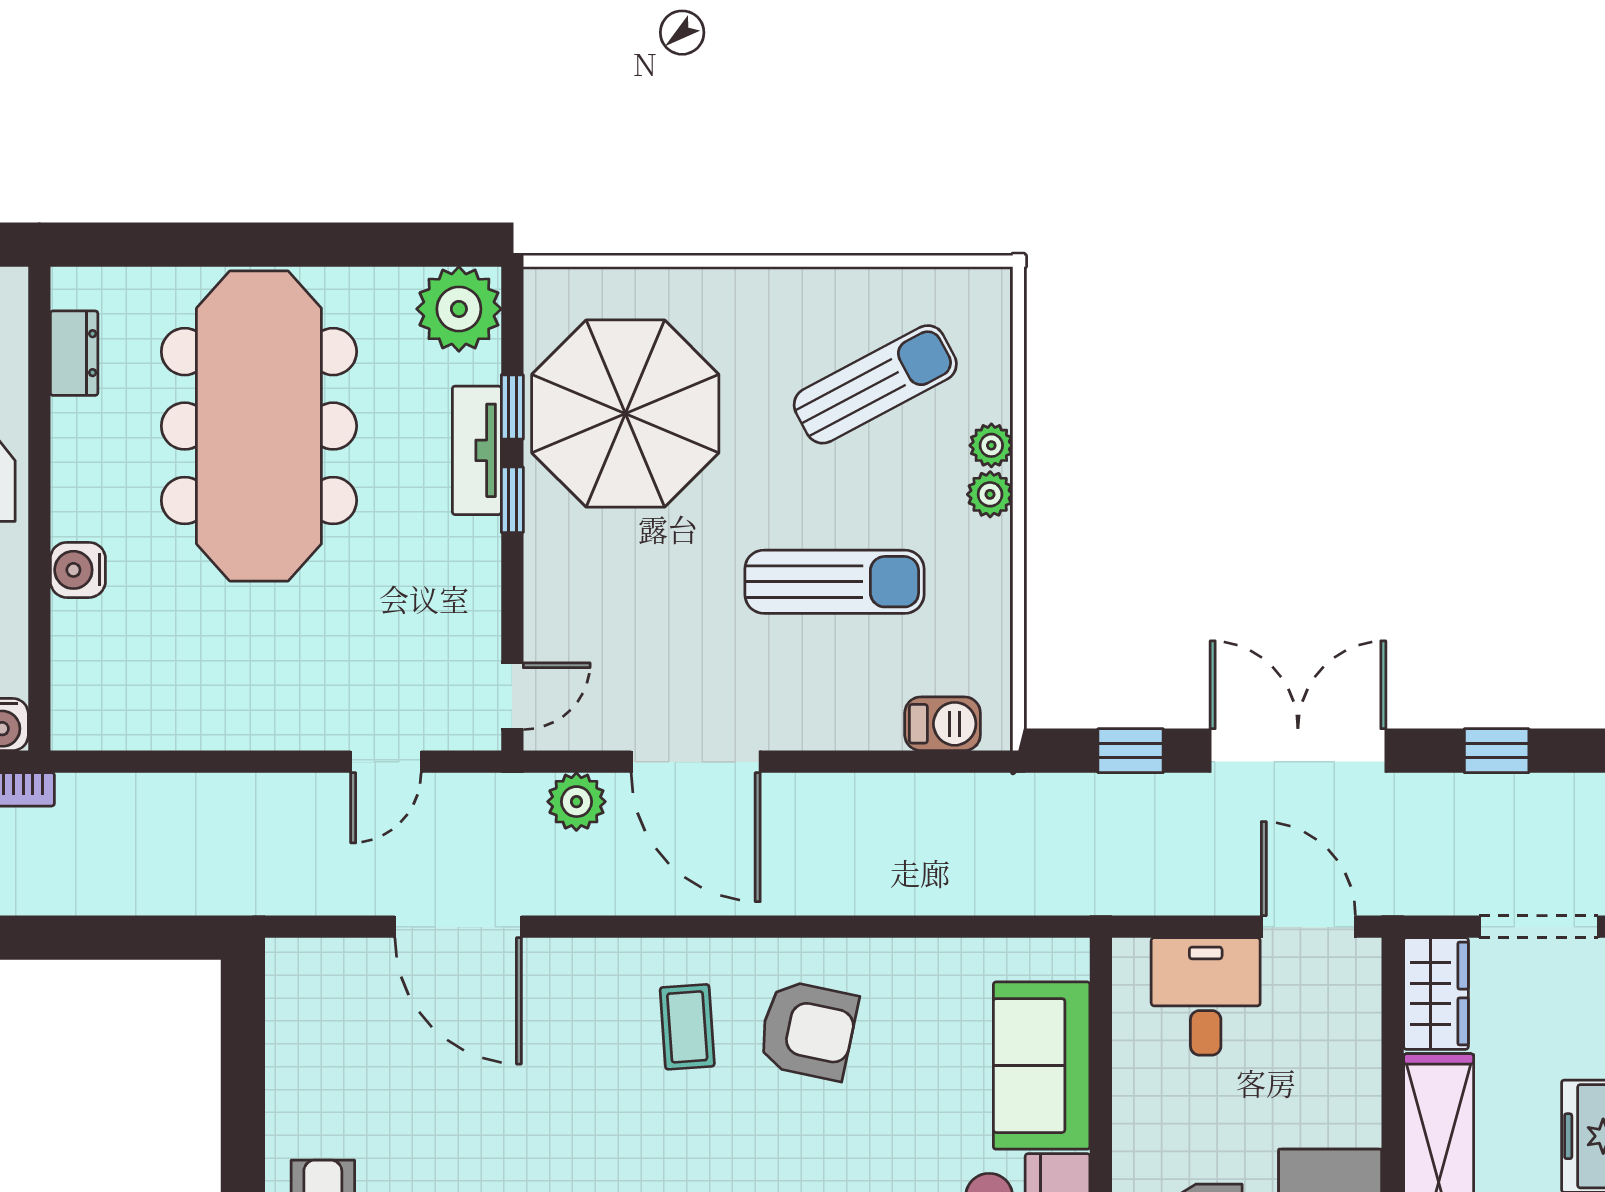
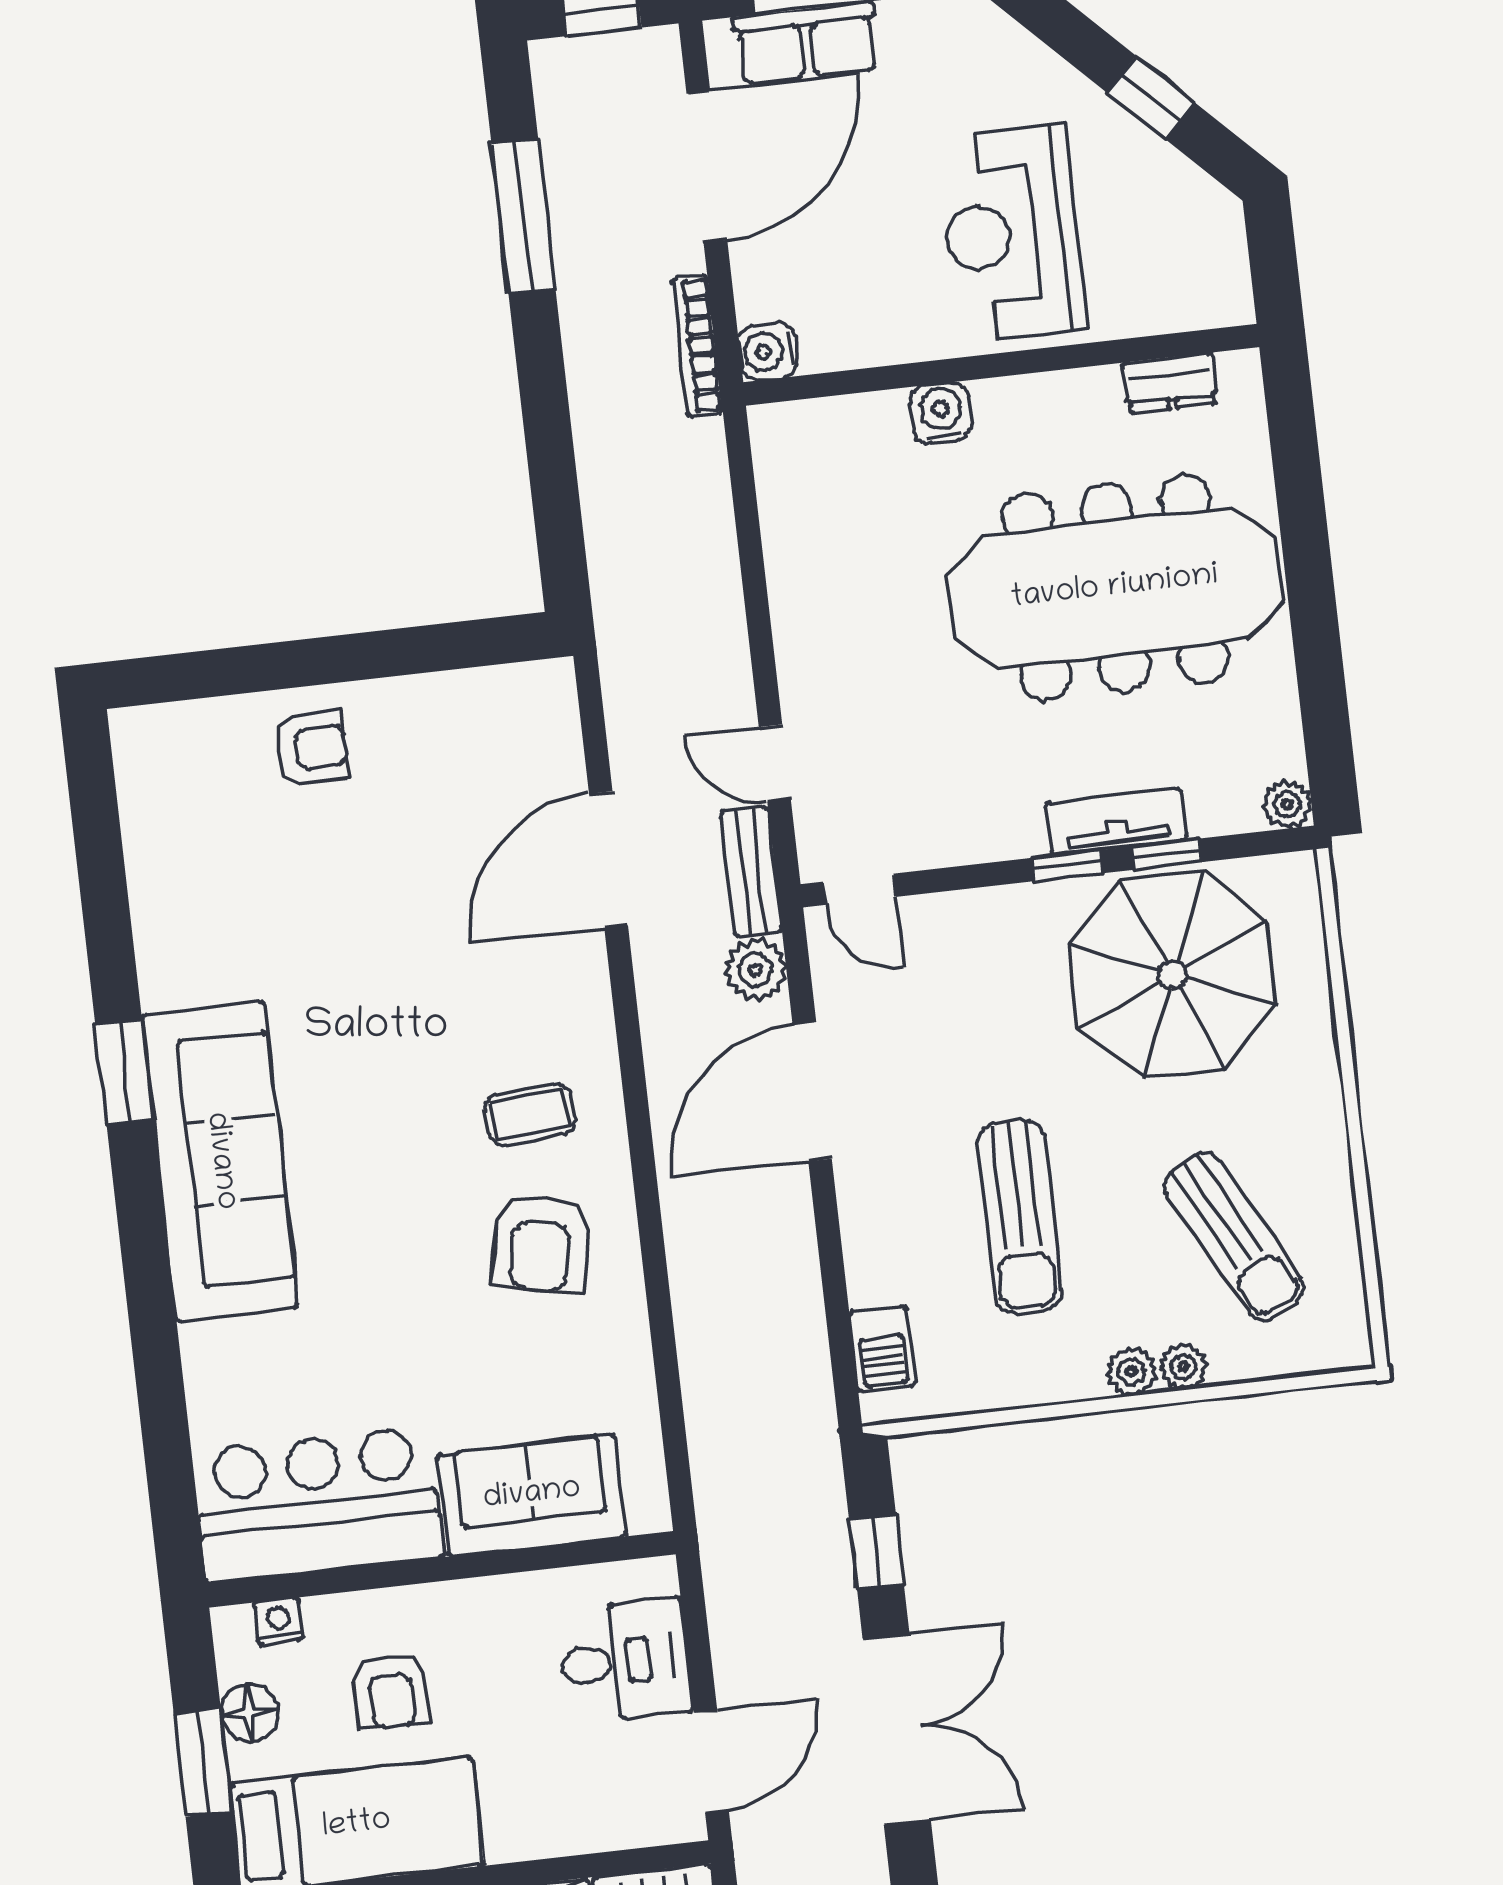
plant: (459, 309) -> (1287, 804), width x0.53, depth x0.53
bench: (484, 795) -> (751, 871), added

